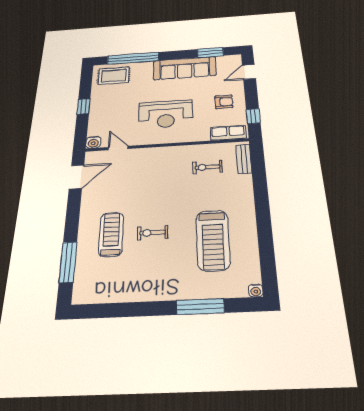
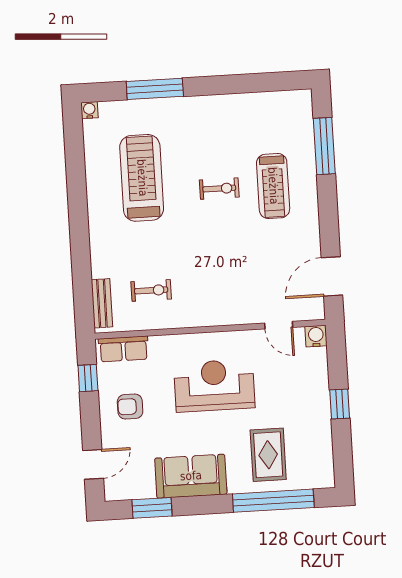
sofa: (185, 68) -> (191, 476), width x0.73
rug: (114, 76) -> (268, 455), moved, turned 90

